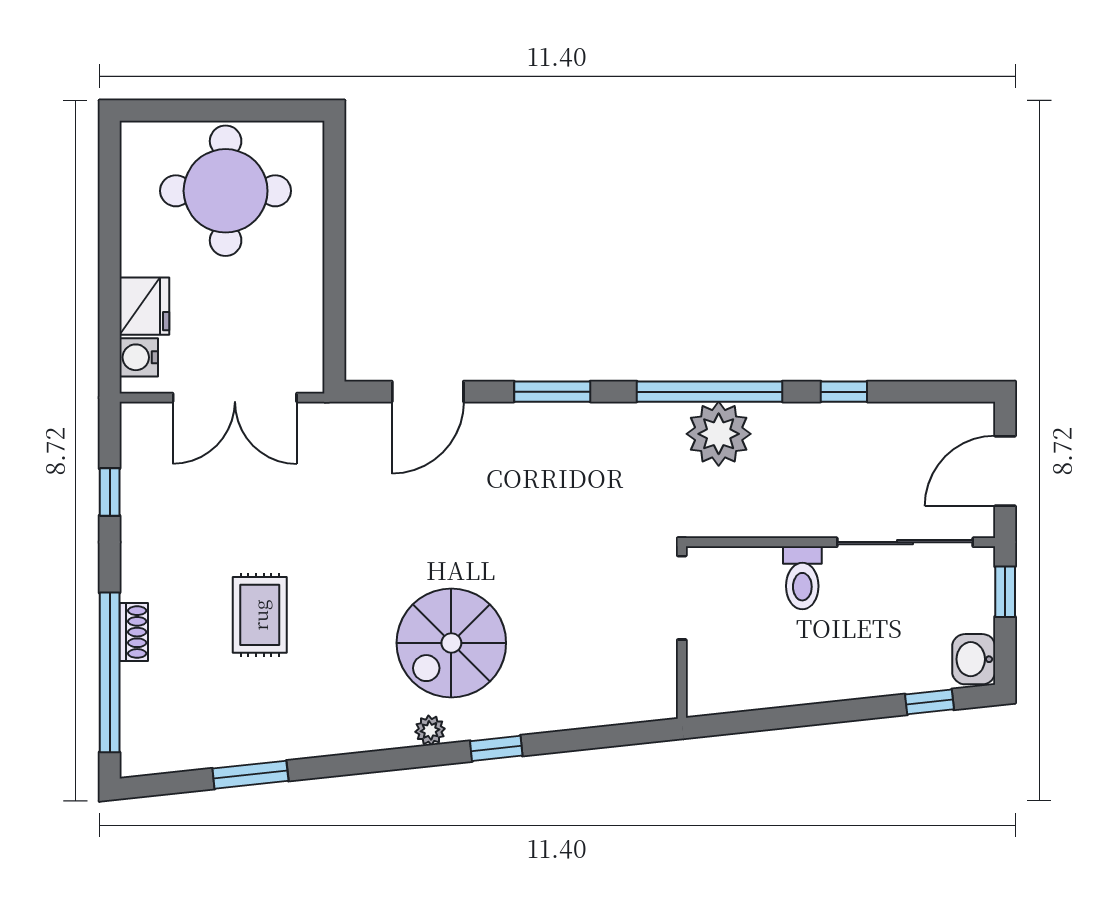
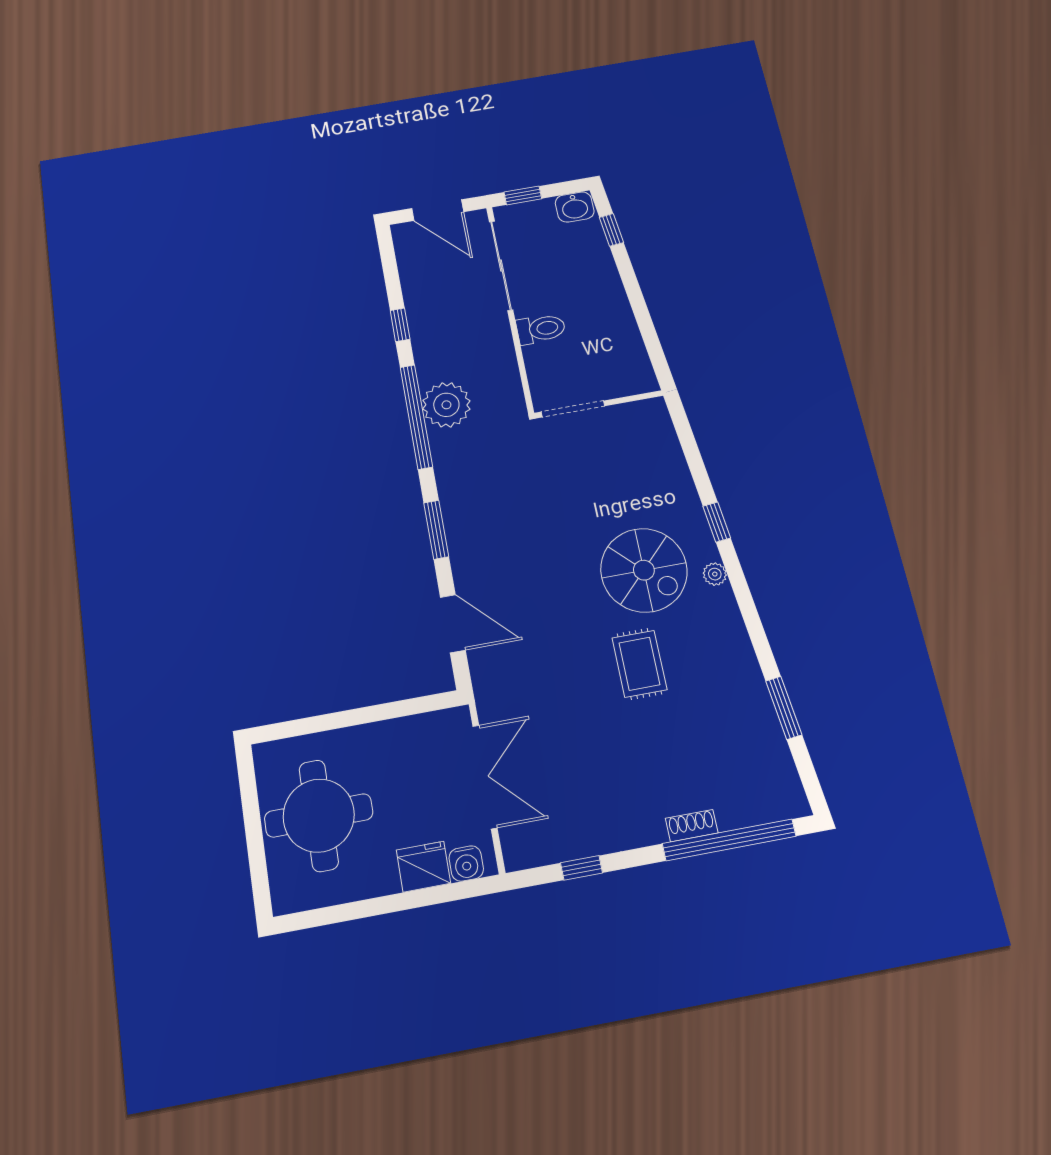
rug: (260, 615) -> (639, 664), moved, turned 90

